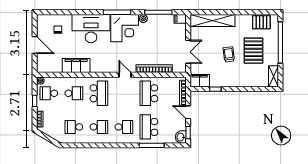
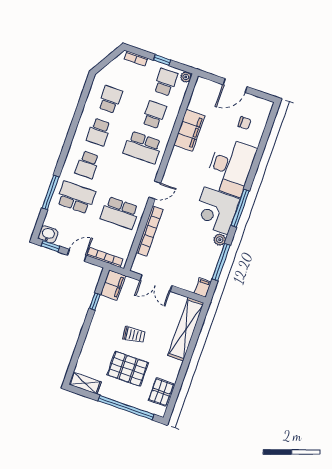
school desk: (74, 93) -> (154, 115), turned 180
school desk: (149, 93) -> (120, 213), turned 180

